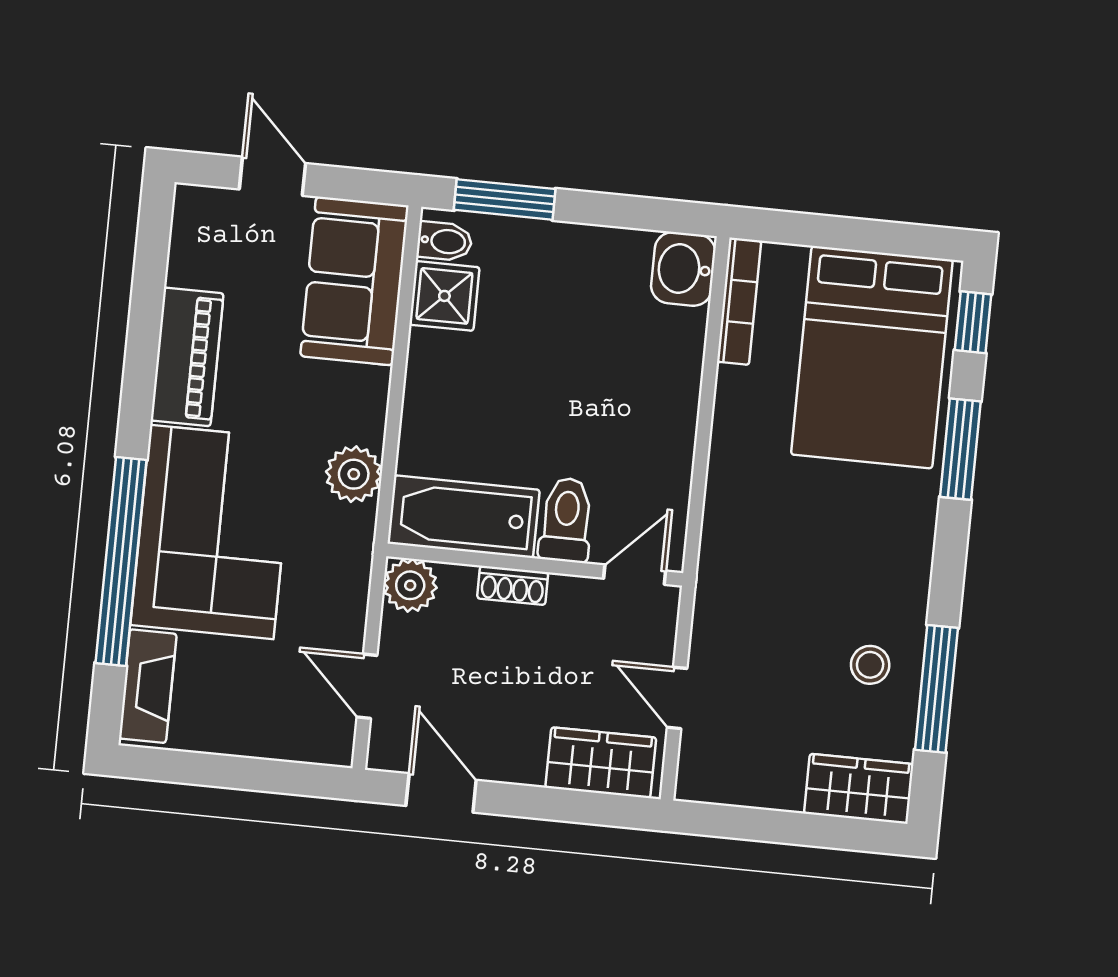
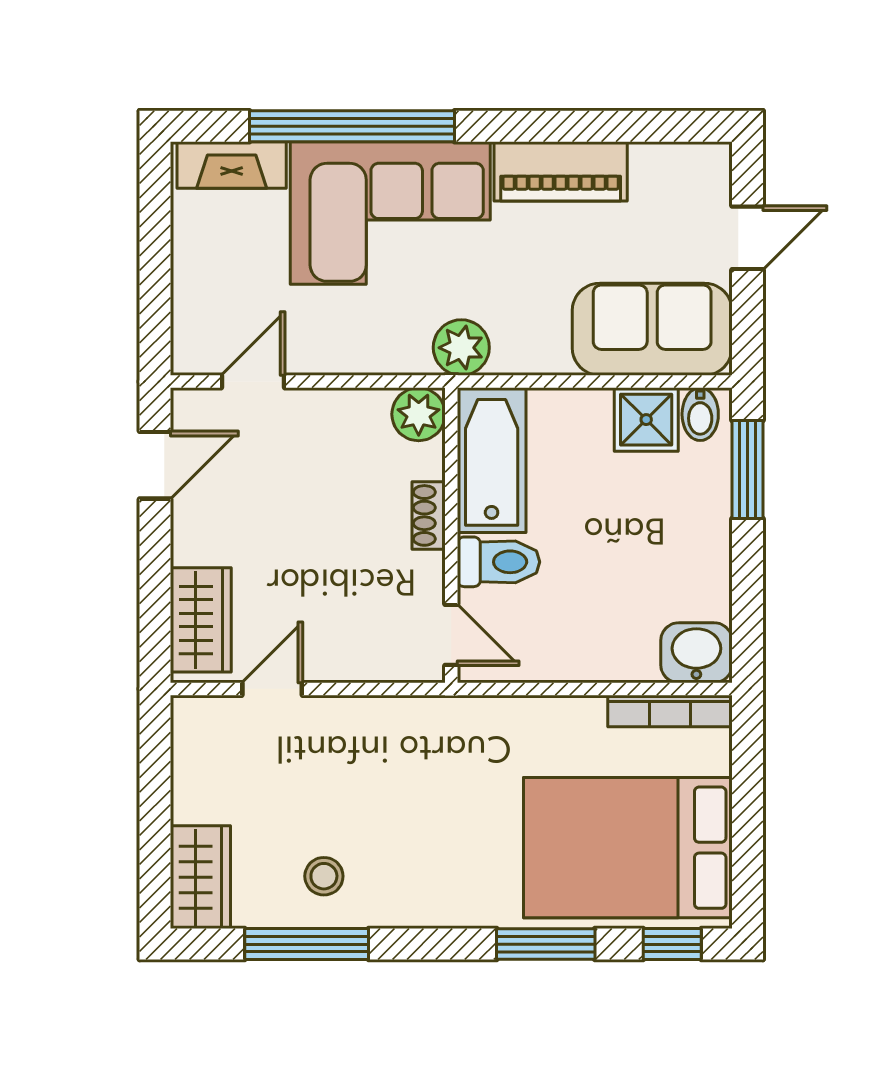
bathtub: (464, 517) -> (492, 460), moved
toilet: (566, 520) -> (499, 562), moved
wall: (535, 565) -> (451, 535), moved
door: (635, 575) -> (451, 635), moved
plant: (410, 585) -> (419, 414), moved
shoe rack: (513, 585) -> (429, 515), moved

